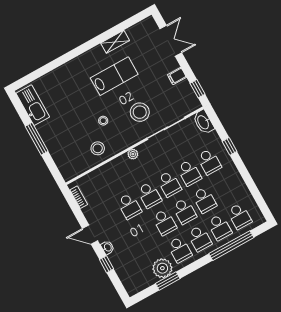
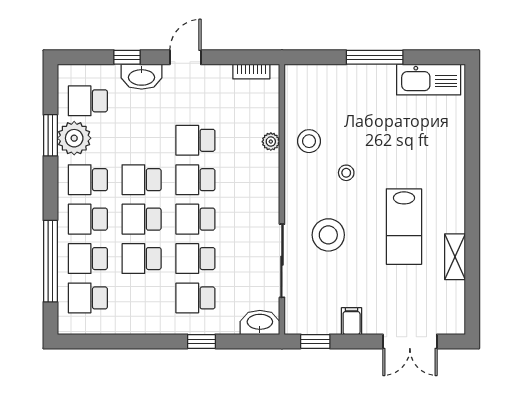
plant: (133, 154) -> (271, 142), moved
washbasin: (108, 248) -> (142, 77), width x1.91, depth x1.45
school desk: (140, 272) -> (88, 101), added

